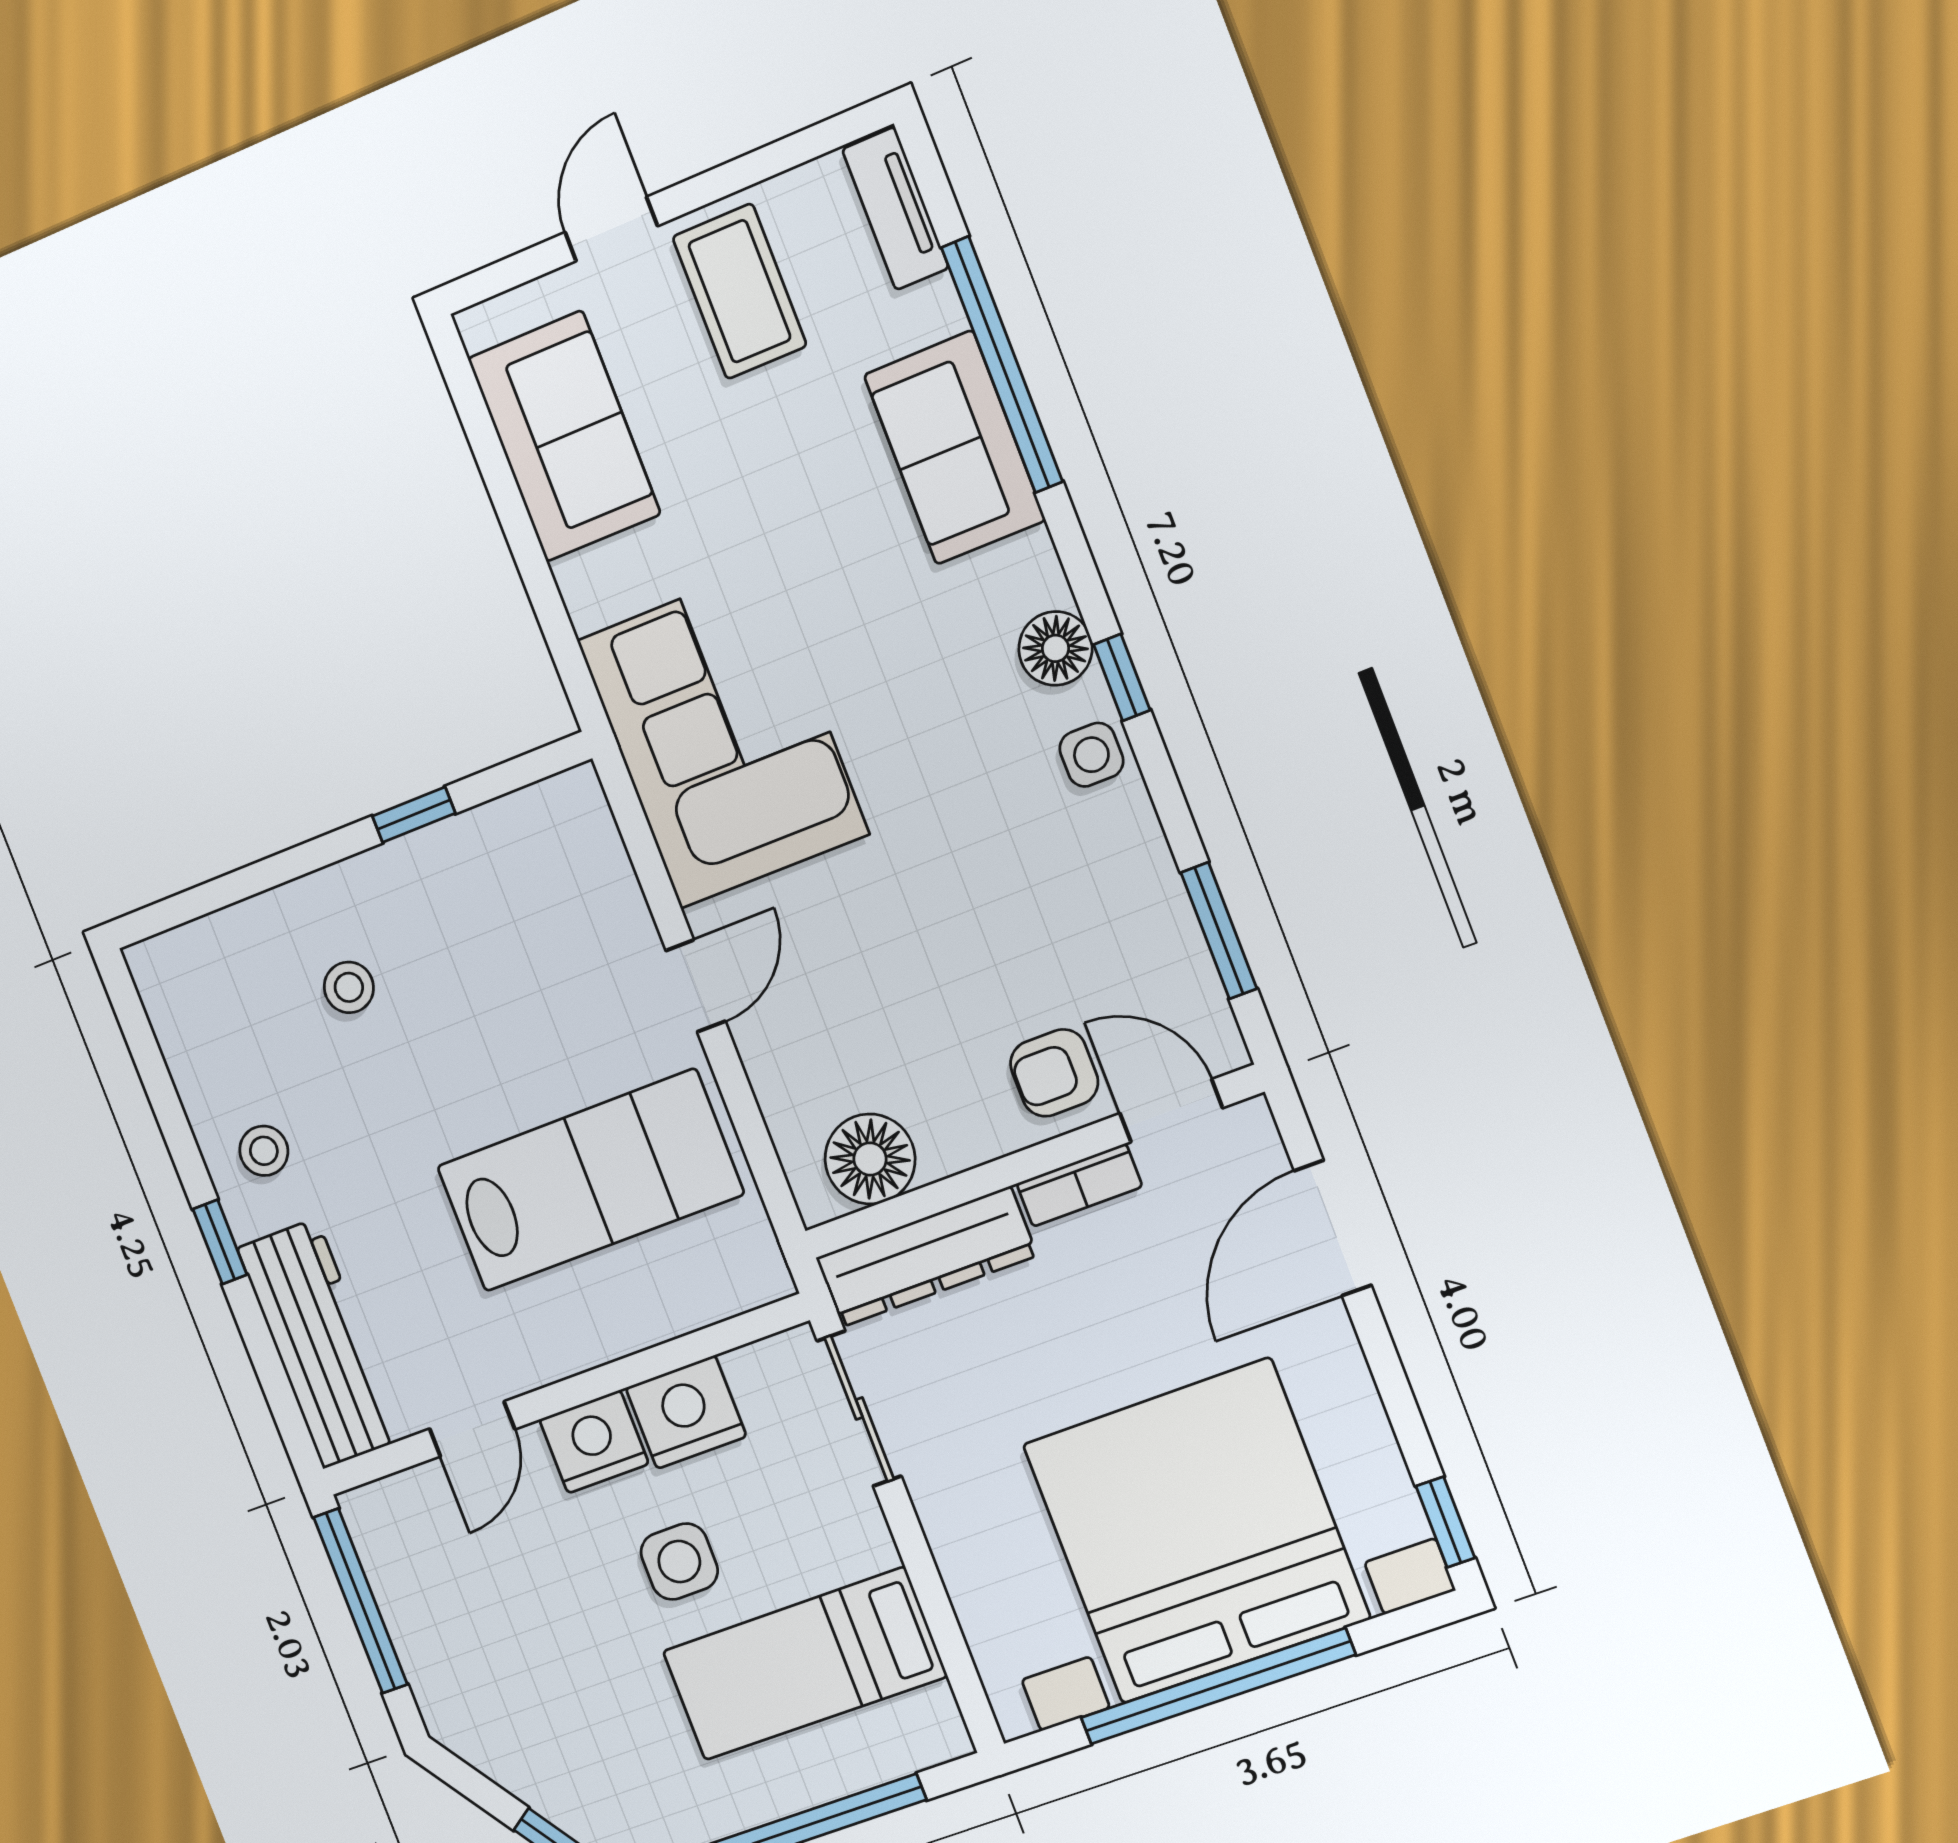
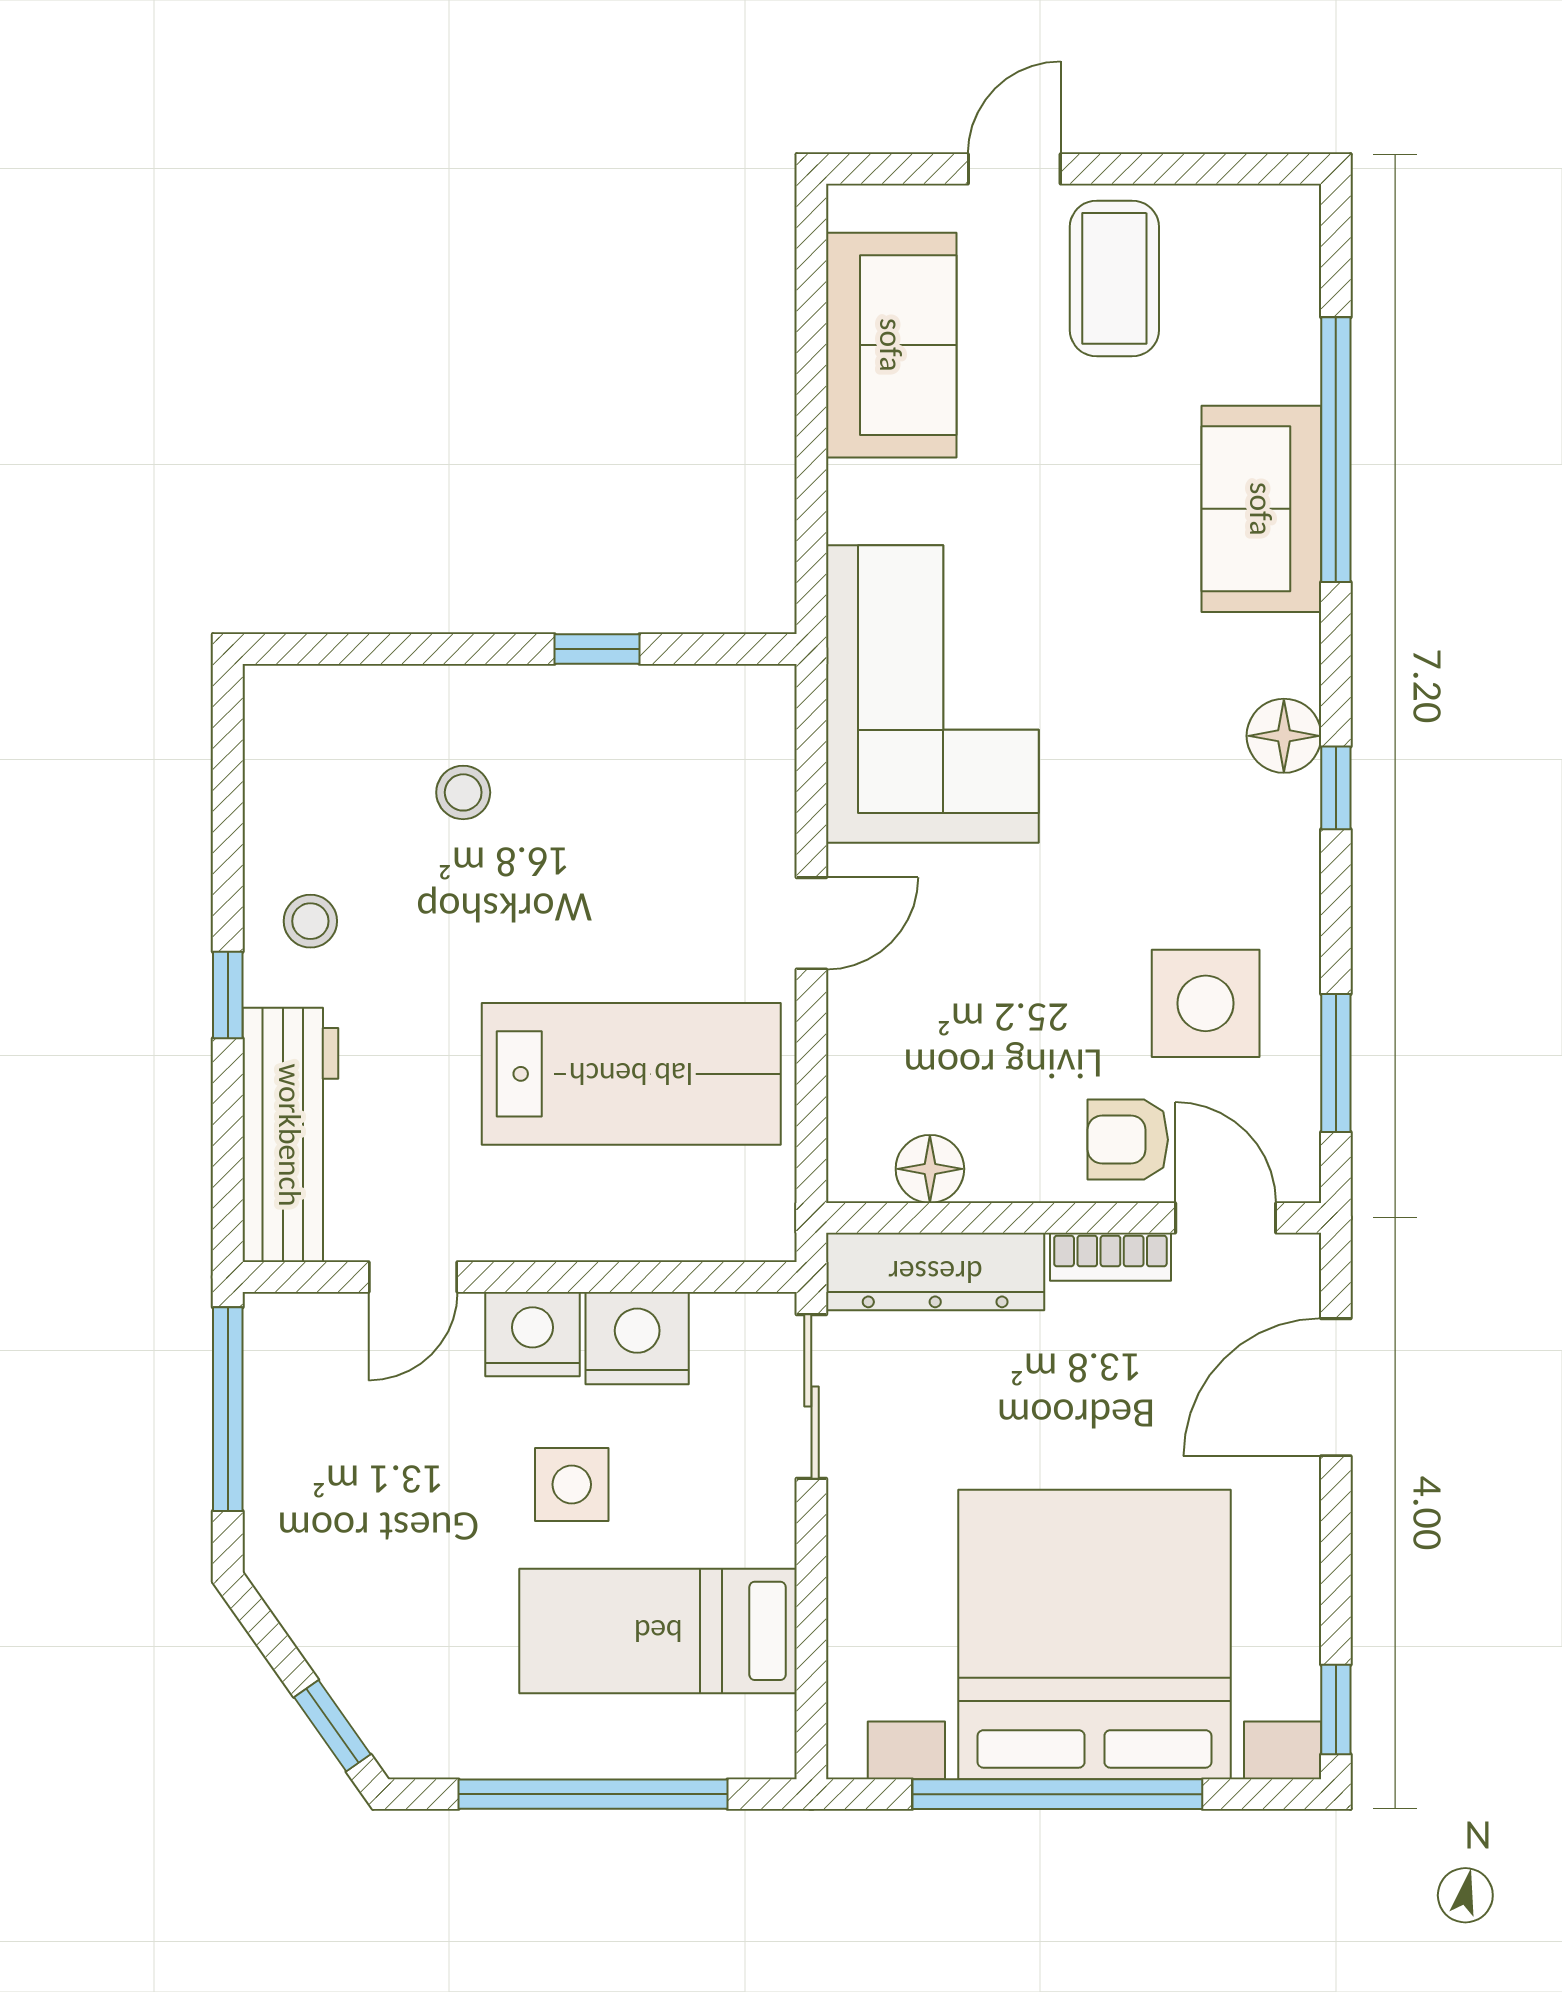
tv unit: (895, 209) -> (1292, 263), removed
side table: (1091, 755) -> (1206, 1003), moved, width x1.87, depth x1.87
floor lamp: (870, 1159) -> (930, 1169), width x0.73, depth x0.73

